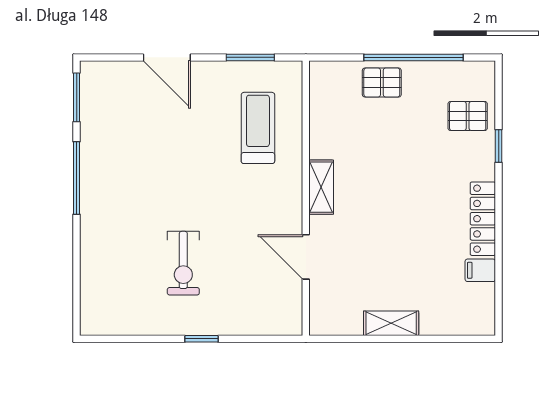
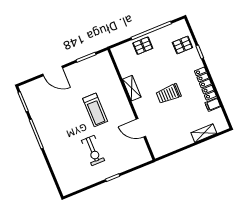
treadmill: (258, 128) -> (95, 110), moved, turned 180
shelving: (321, 187) -> (132, 88), moved
trolley: (395, 208) -> (169, 94), added
shelving: (391, 323) -> (204, 133), moved

